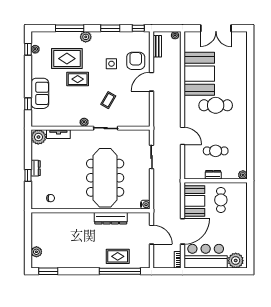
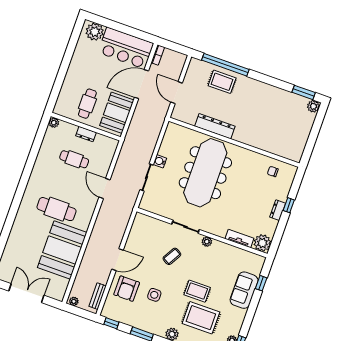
water cooler: (145, 205) -> (160, 161), moved
plant: (36, 252) -> (313, 106), moved

